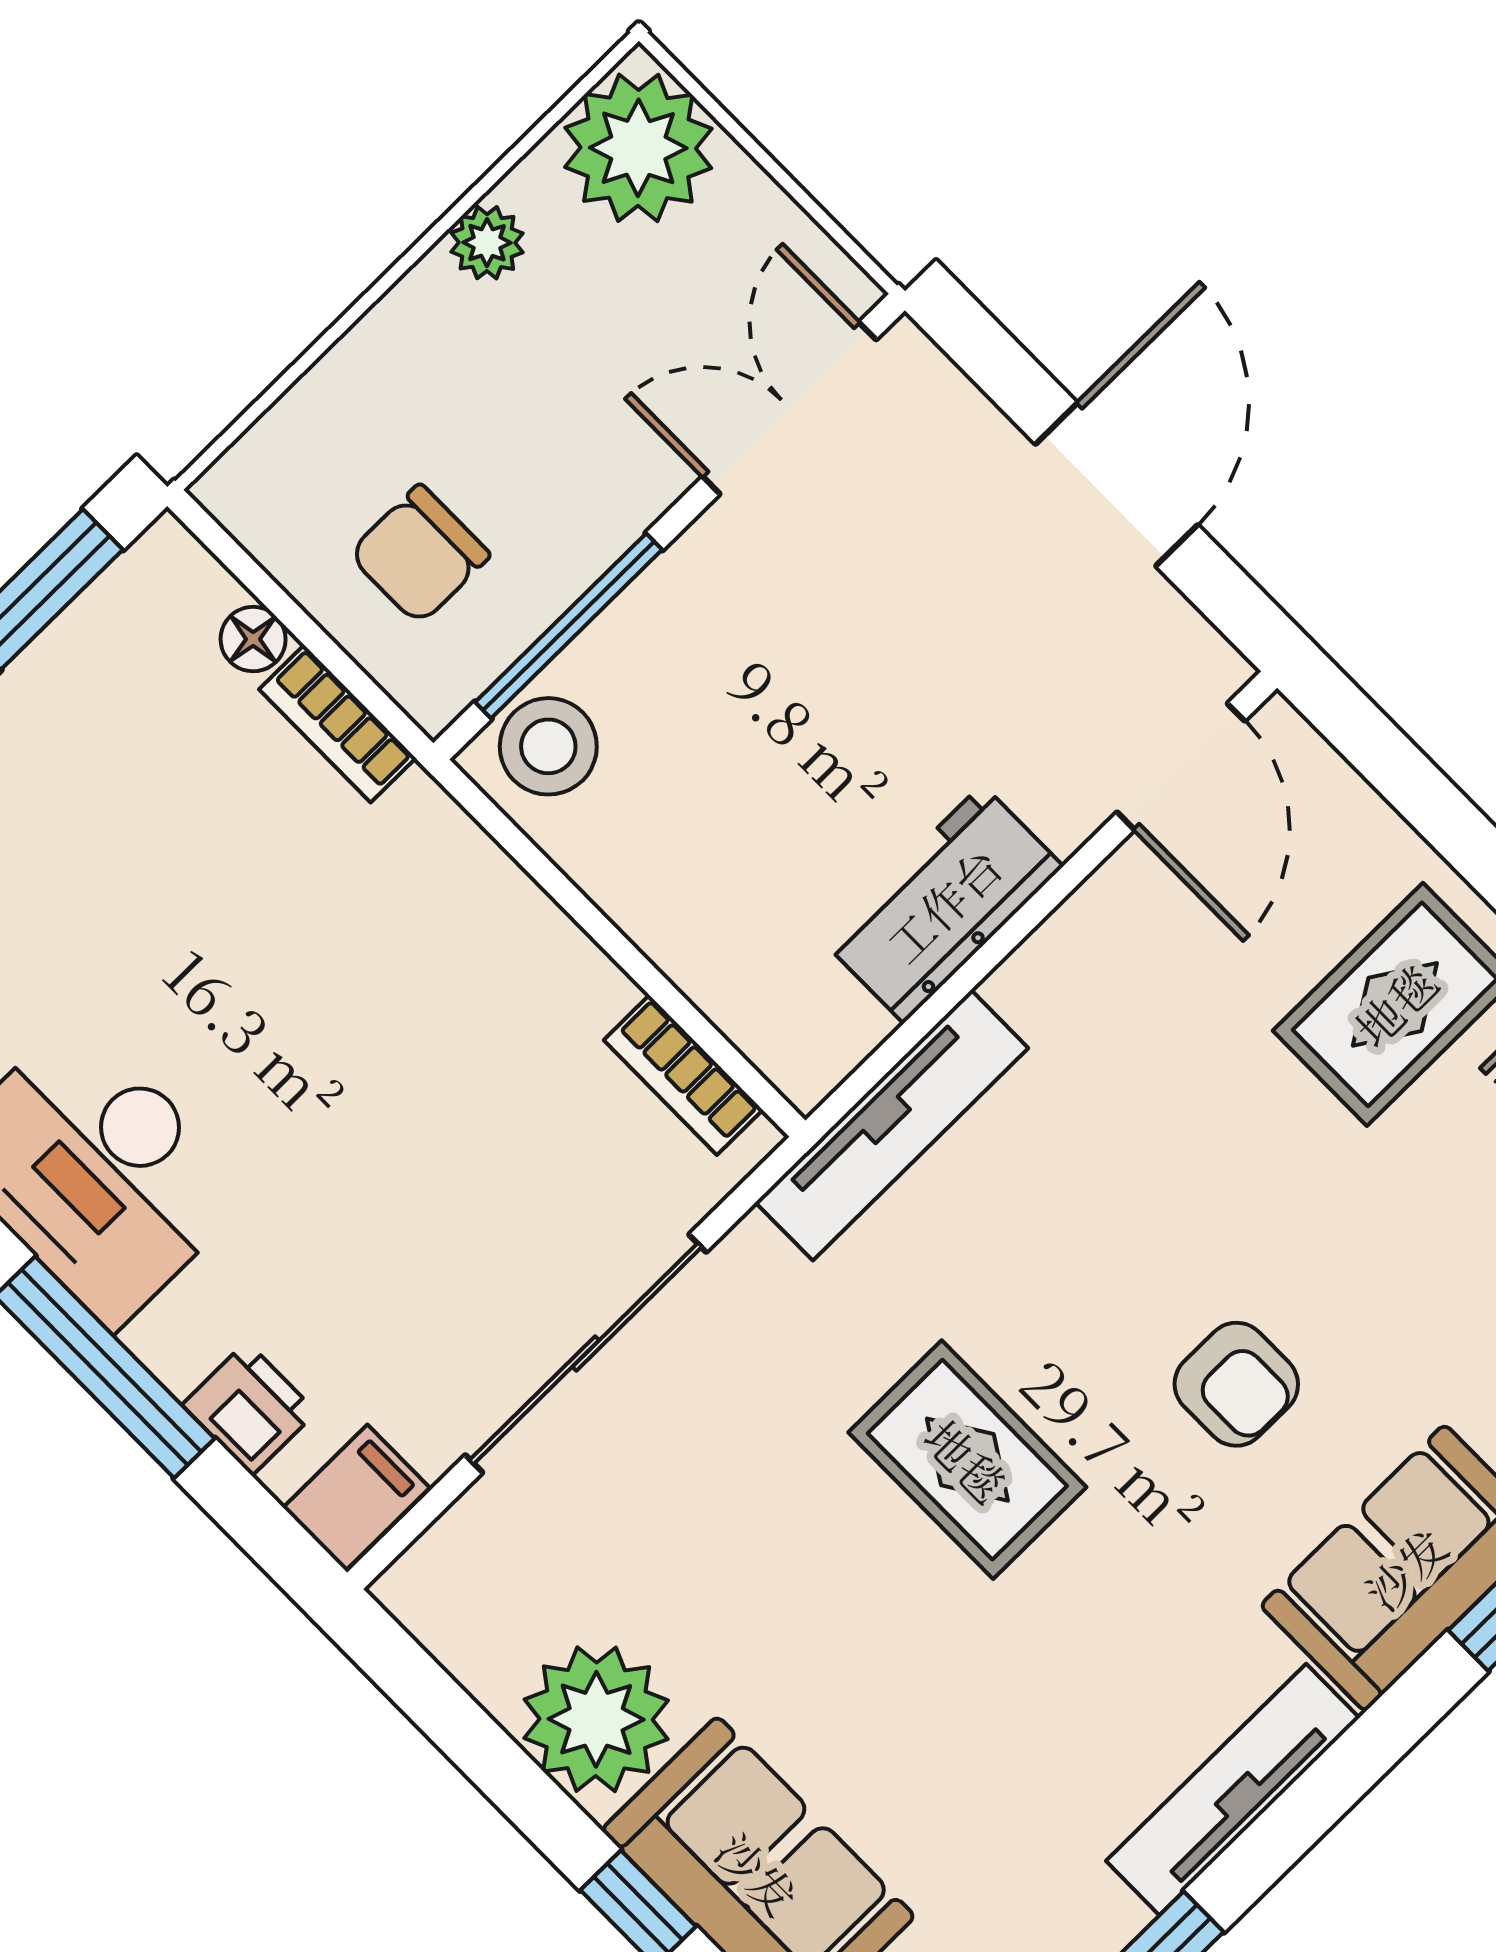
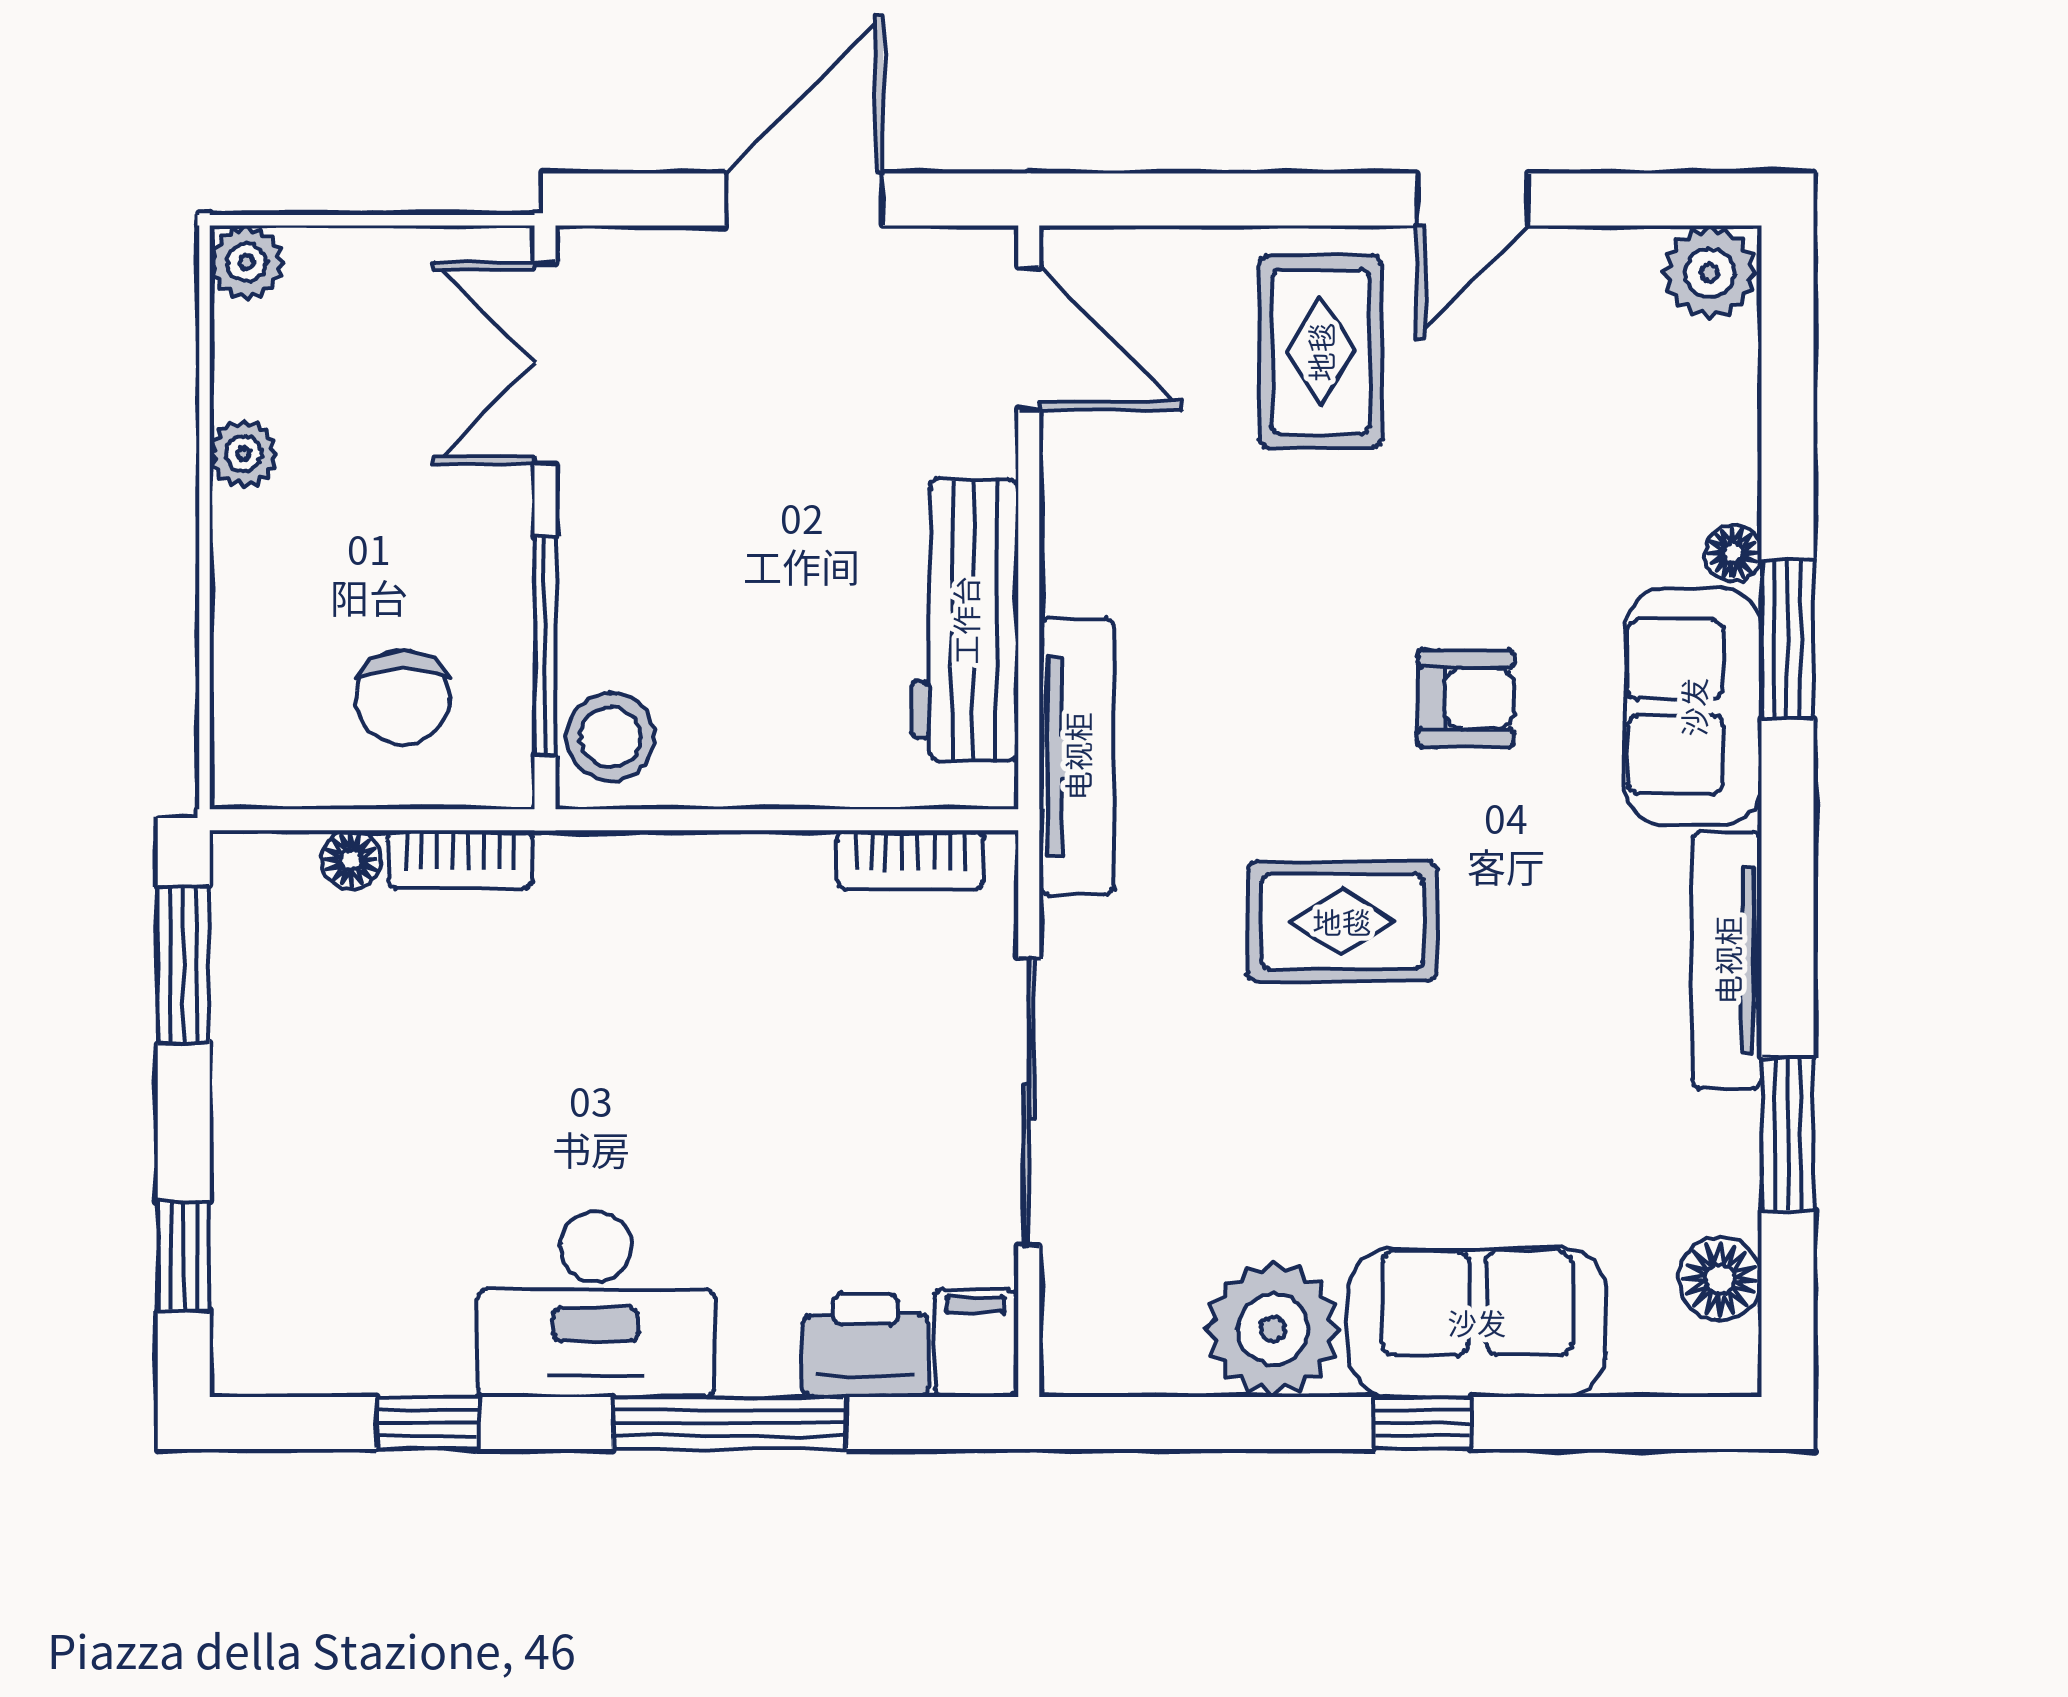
plant: (638, 148) -> (247, 262), width x0.53, depth x0.53
door: (1117, 484) -> (804, 199), hinge flipped
workbench: (943, 904) -> (965, 620), width x1.38
printer: (249, 1409) -> (865, 1345), width x1.36, depth x1.24

